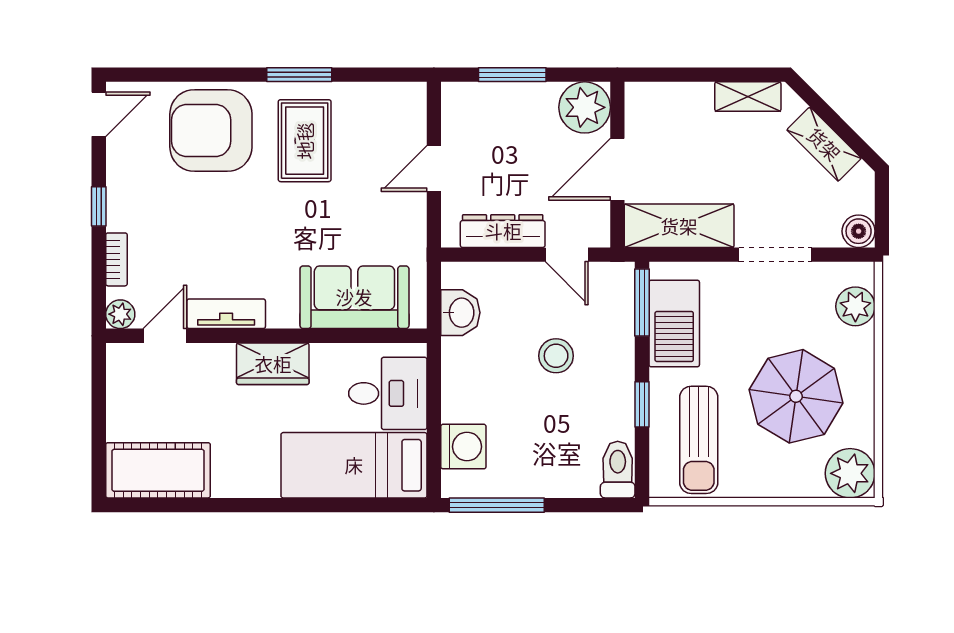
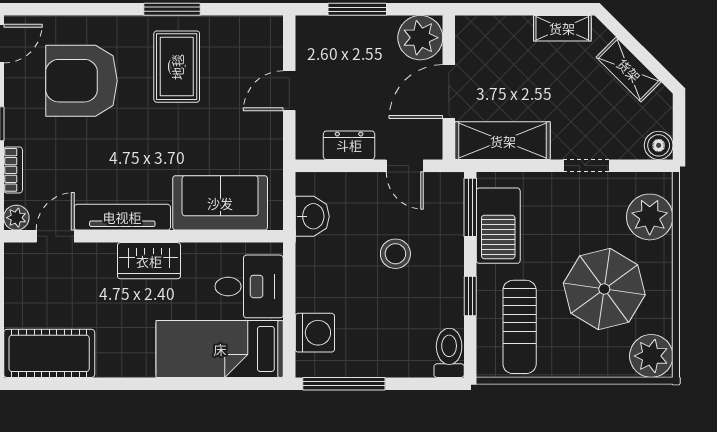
armchair: (211, 131) -> (81, 81), moved
dresser: (503, 231) -> (349, 145), width x0.70
doorway: (775, 255) -> (586, 166), width x0.73
plant: (855, 306) -> (650, 217), width x1.36, depth x1.36
tv unit: (226, 314) -> (122, 217), width x1.41

